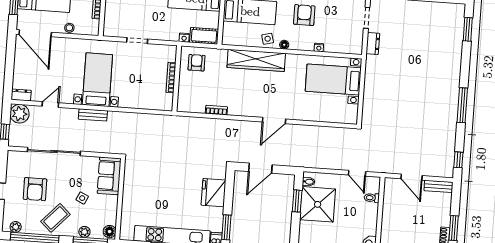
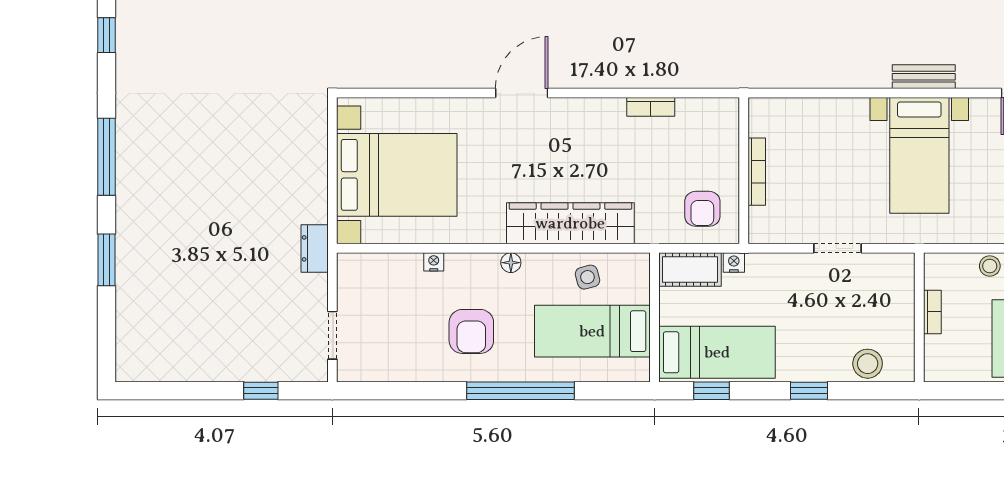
window: (468, 29) -> (107, 260), moved
side table: (268, 39) -> (587, 277), moved
dresser: (373, 44) -> (315, 248), moved
bed with nightstands: (333, 80) -> (397, 175), width x1.36

